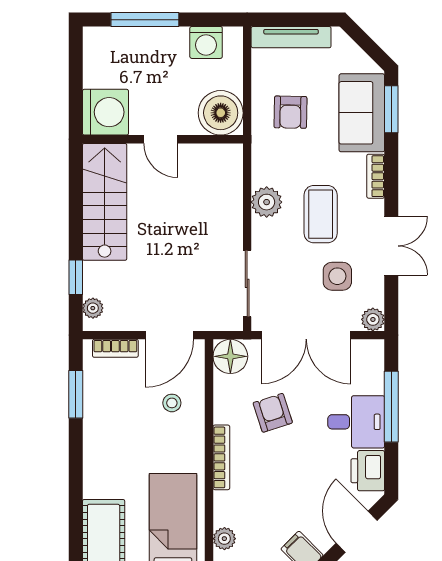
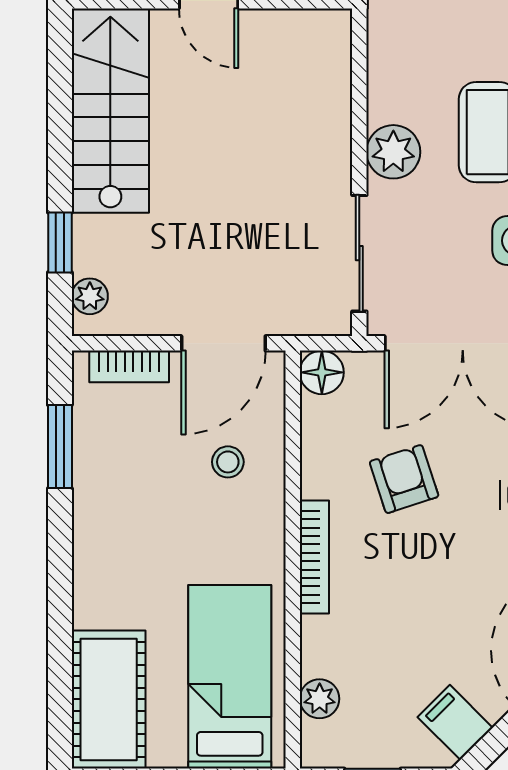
plant: (267, 202) -> (393, 152), moved
floor lamp: (230, 356) -> (322, 372), width x0.73, depth x0.73

